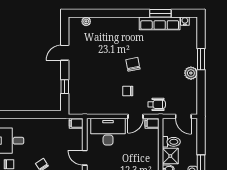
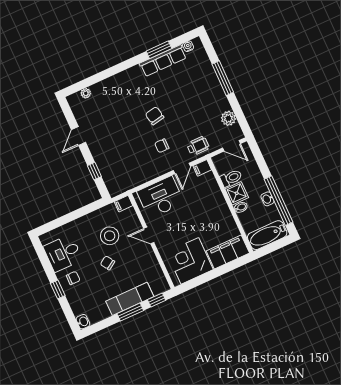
window: (201, 59) -> (223, 78), width x1.44
plant: (191, 73) -> (228, 118), moved
stool: (53, 144) -> (110, 236), added

